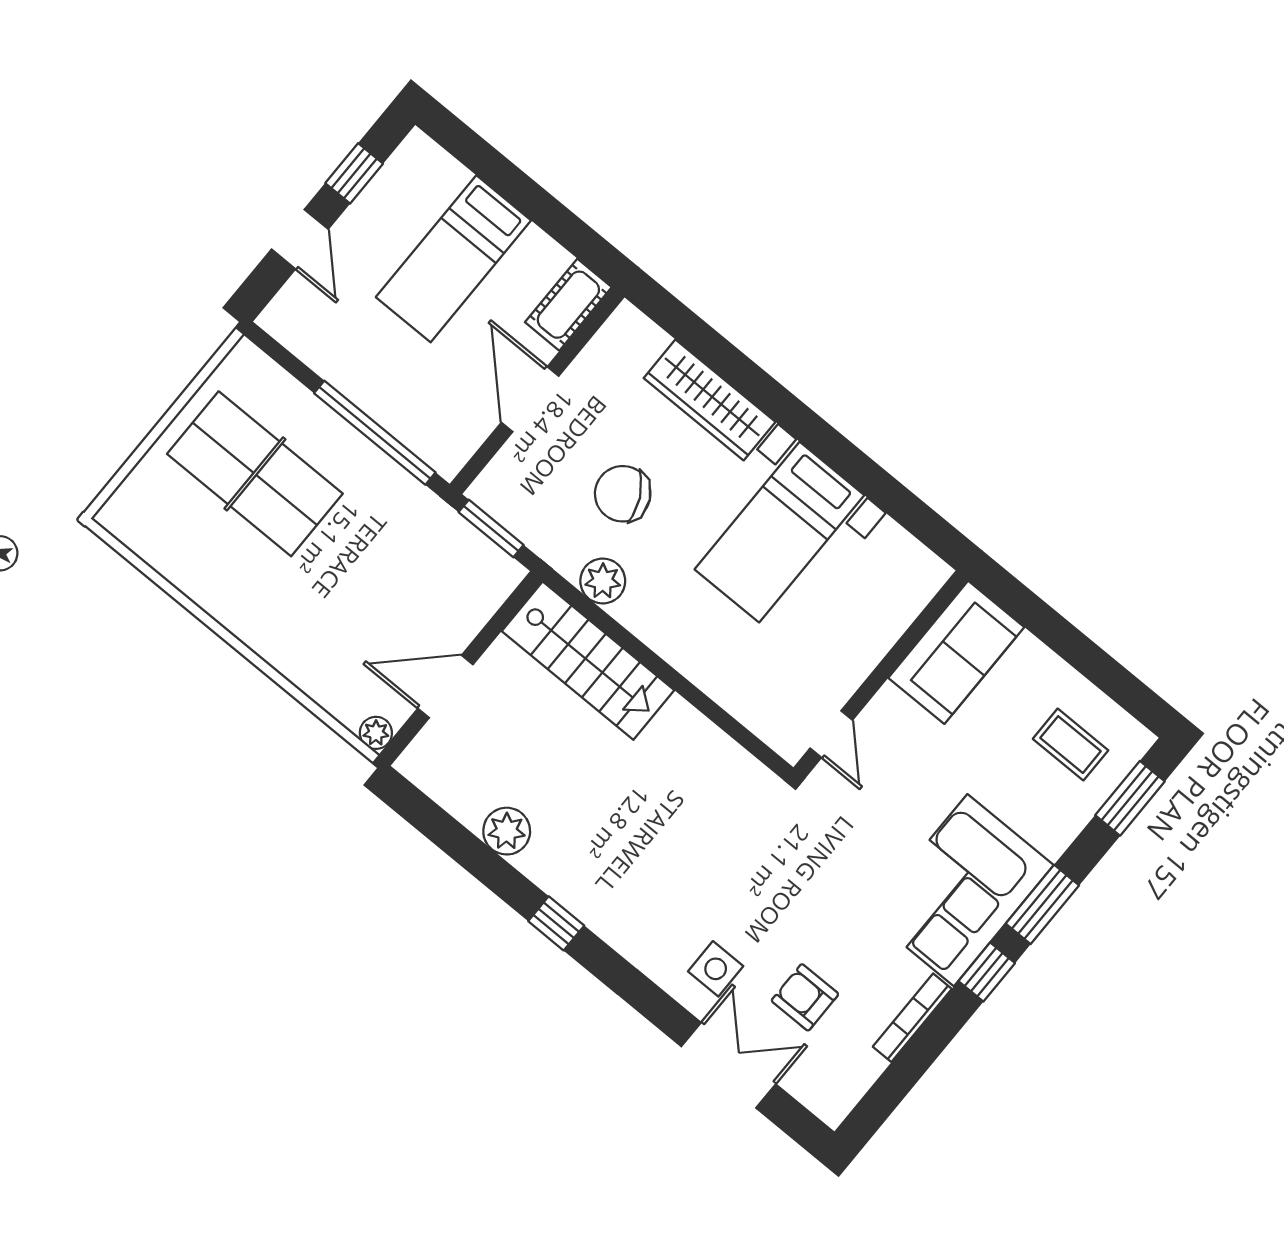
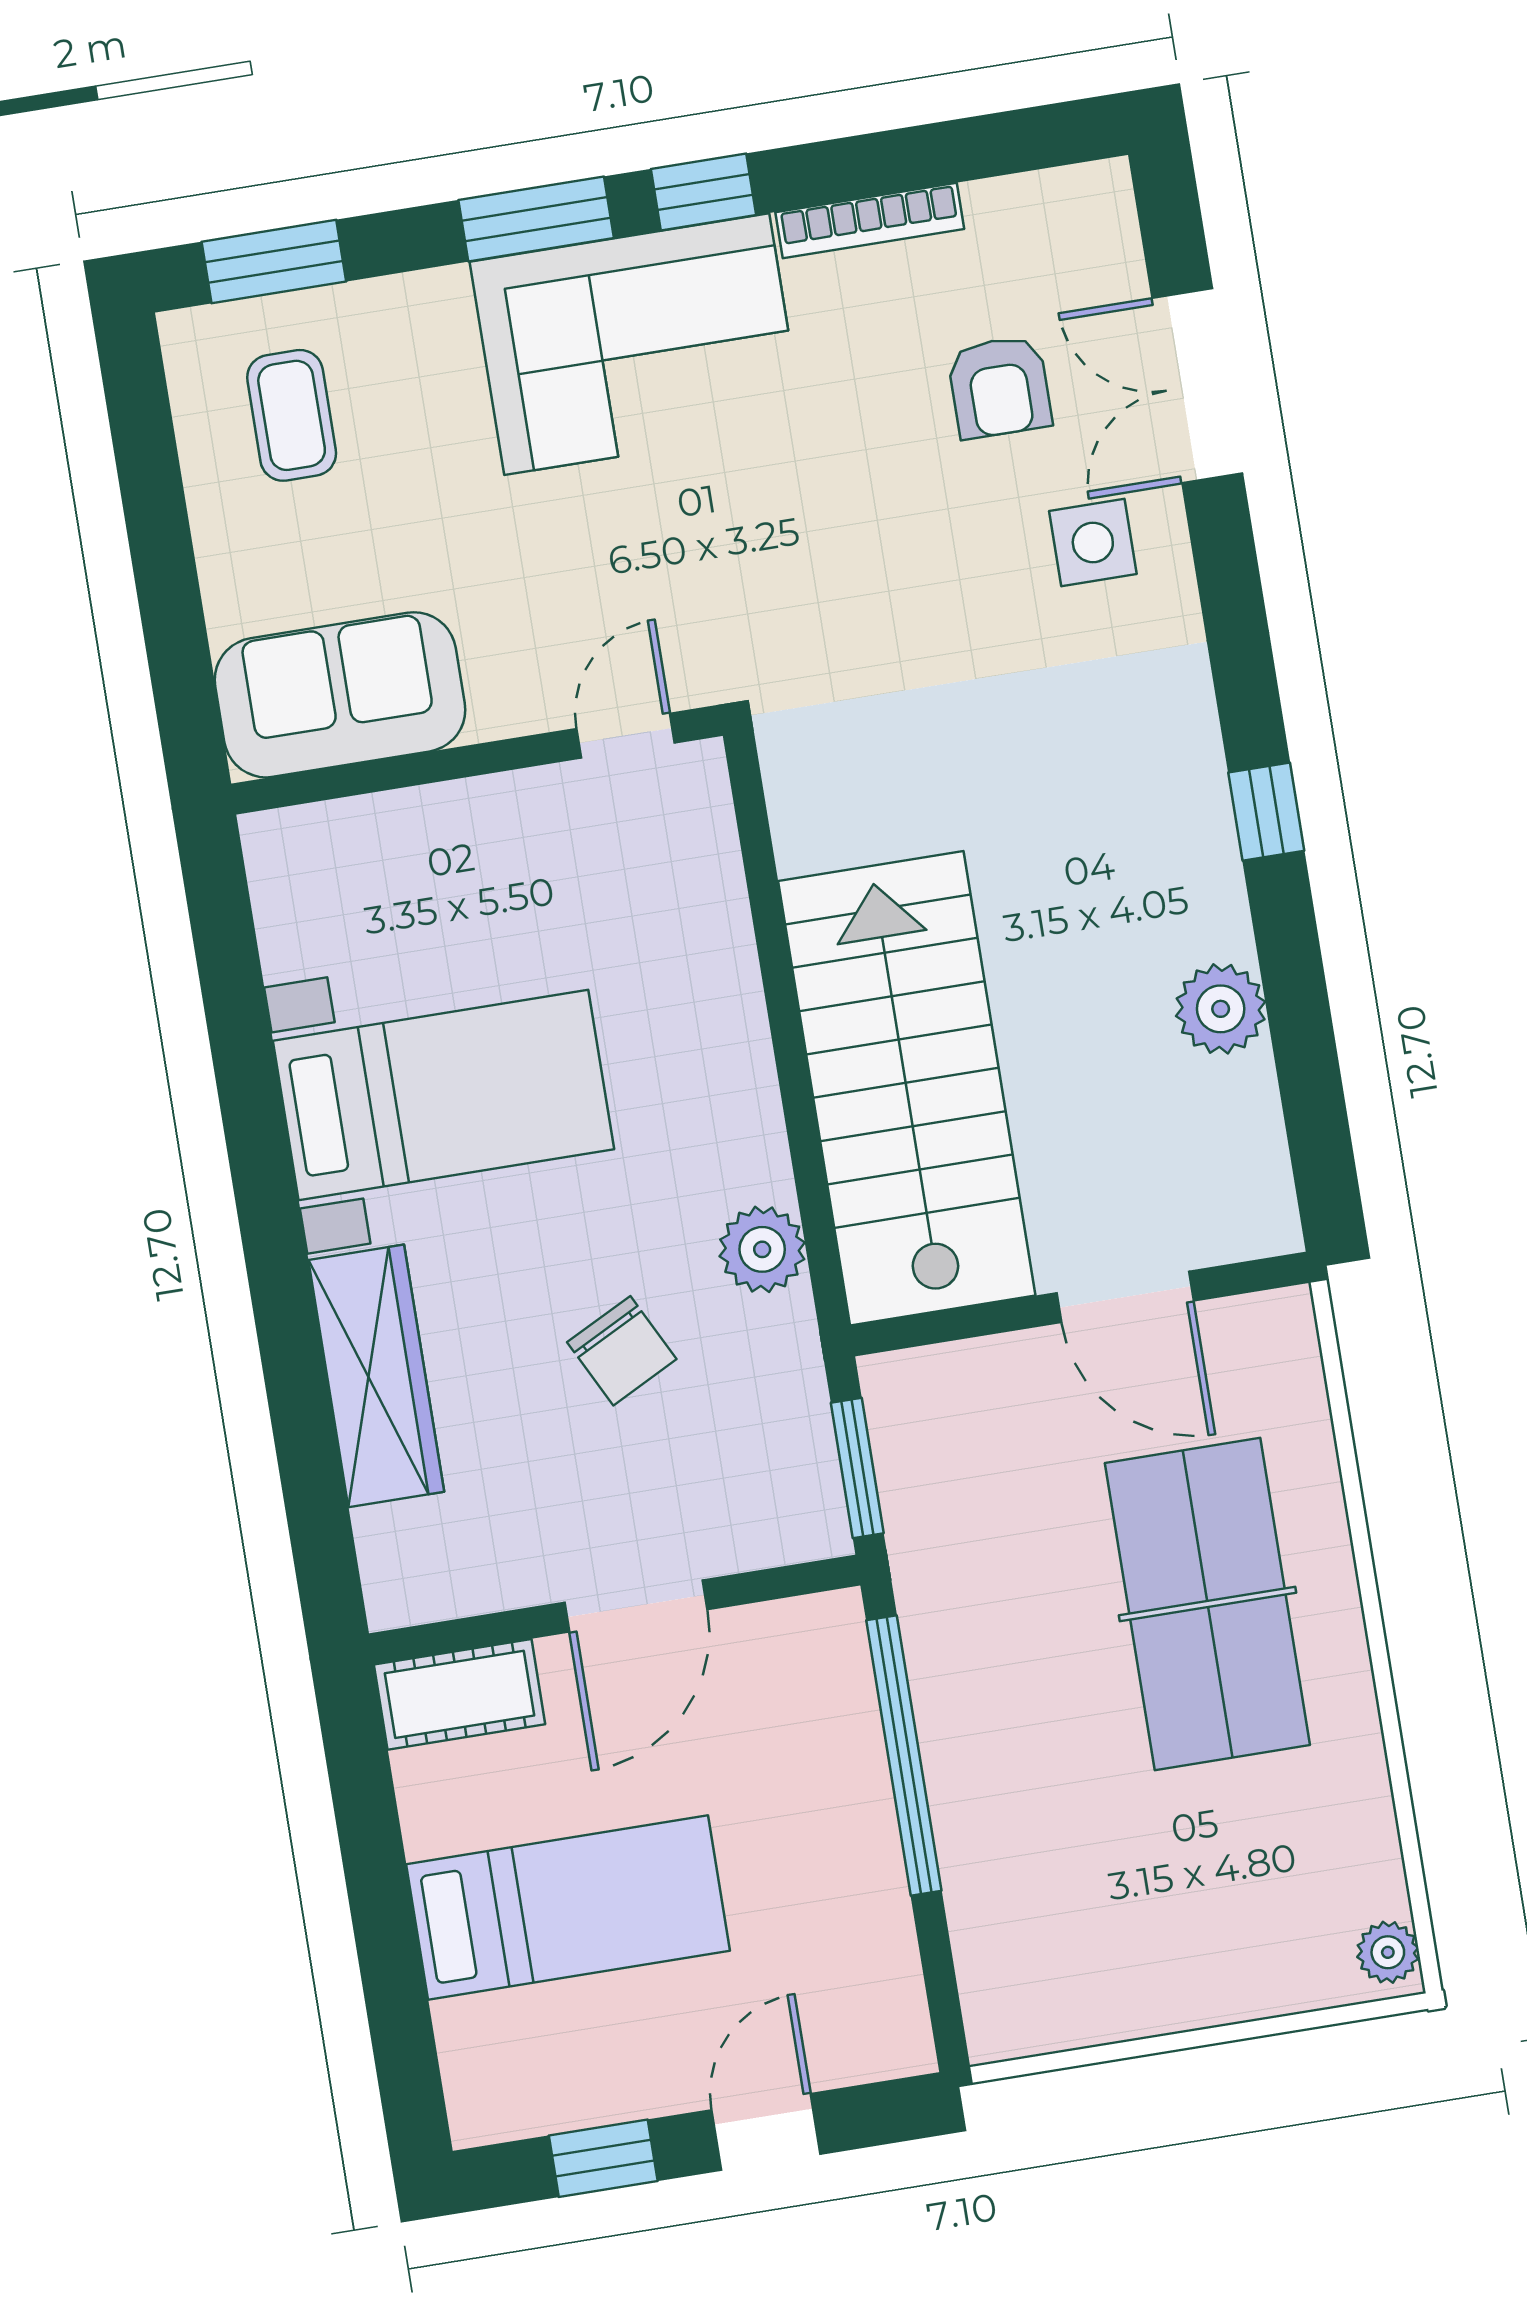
table tennis table: (255, 474) -> (1207, 1604), moved
chair: (623, 494) -> (622, 1351), width x0.73, depth x0.73
stairs: (588, 661) -> (907, 1088), width x1.36, depth x1.51
plant: (376, 733) -> (1388, 1952), moved

